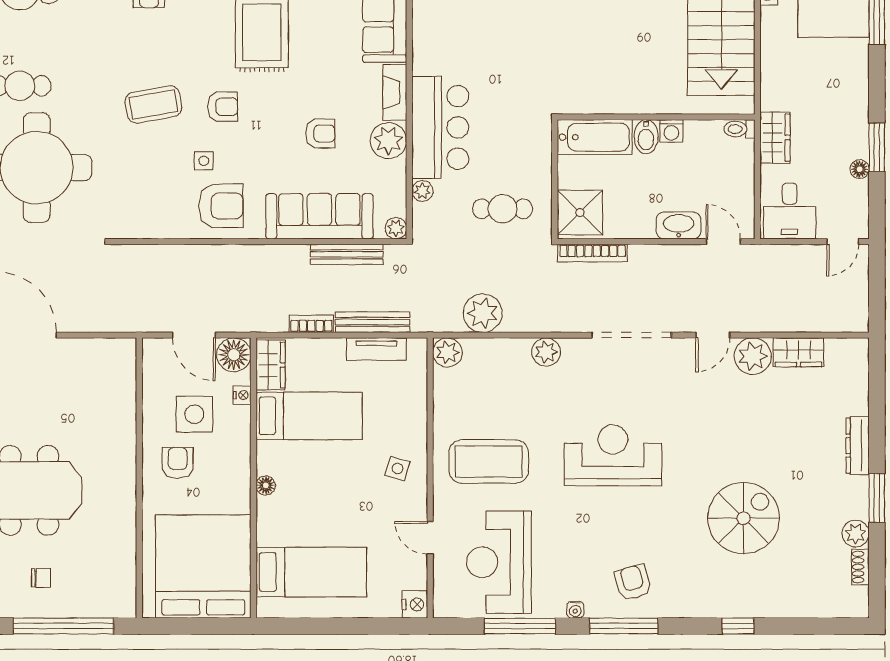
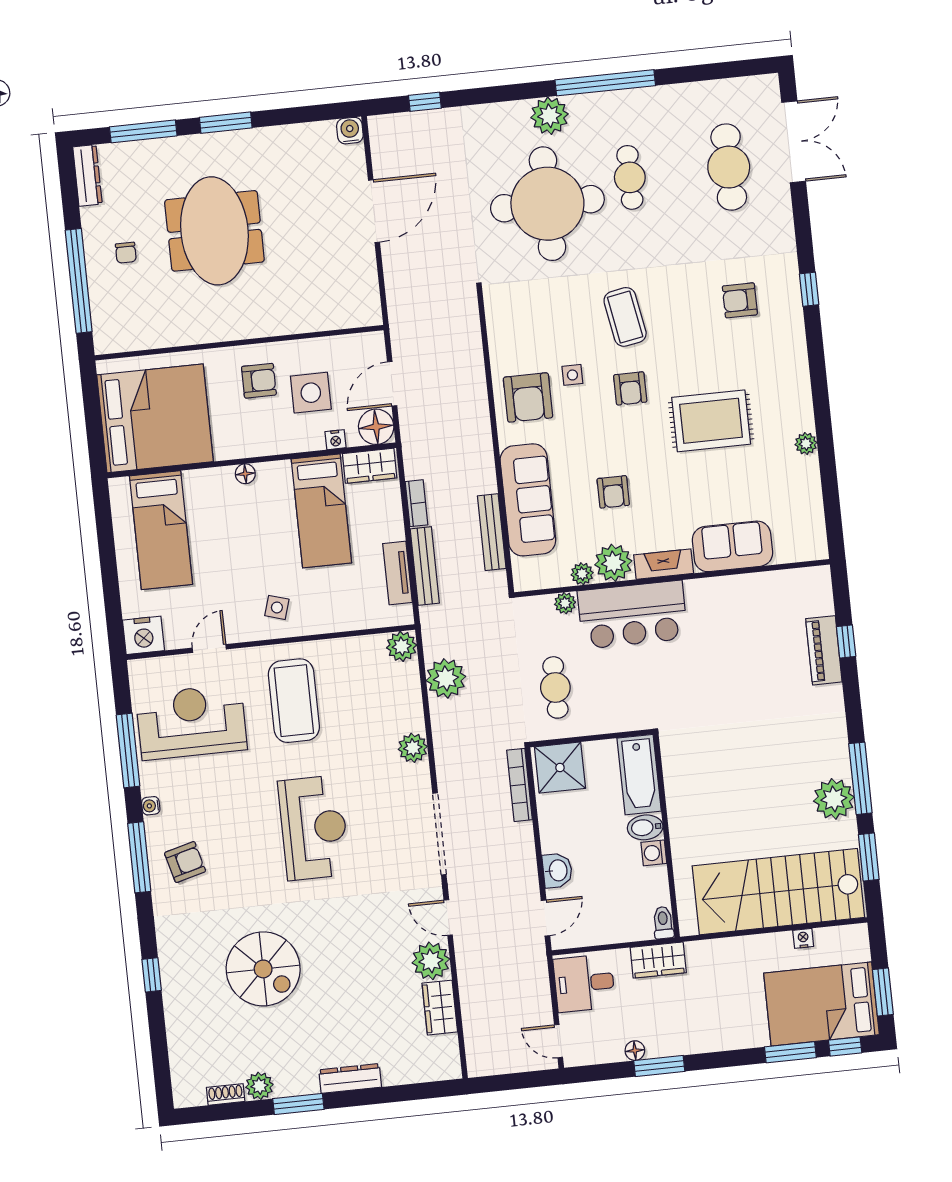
washbasin: (679, 225) -> (557, 870), width x0.72
plant: (396, 228) -> (582, 574), moved
nightstand: (415, 604) -> (143, 635), width x1.36, depth x1.33

